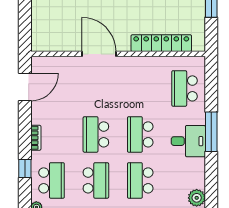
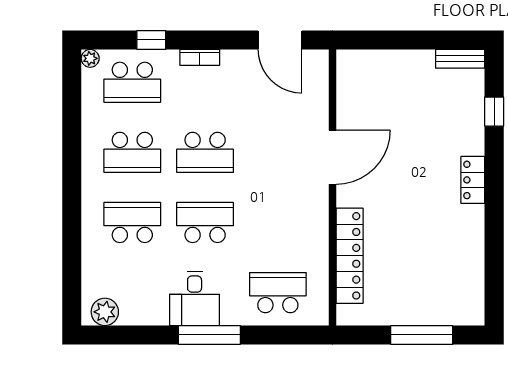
school desk: (96, 134) -> (205, 152), turned 180

